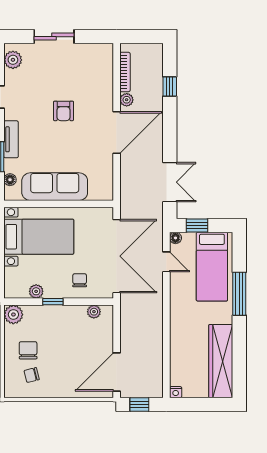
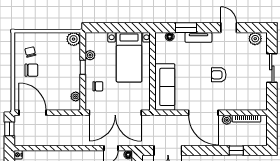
sofa: (55, 187) -> (165, 87), moved
chair: (28, 350) -> (31, 70), moved

